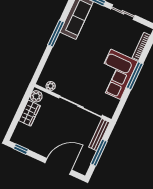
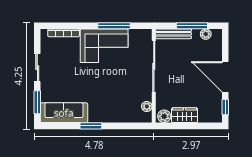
window: (56, 34) -> (91, 126), width x0.69
window: (135, 76) -> (114, 26), moved
plant: (87, 161) -> (206, 34), added
door: (58, 166) -> (225, 77), moved

